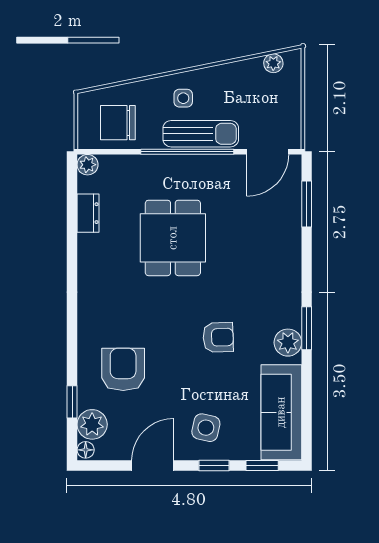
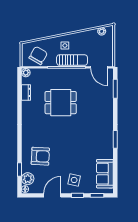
chair: (118, 123) -> (38, 56), turned 120
door: (268, 152) -> (99, 67), hinge flipped
dining table: (173, 238) -> (61, 103), turned 90
armchair: (218, 337) -> (79, 143), removed
plant: (288, 343) -> (108, 145), removed
armchair: (123, 369) -> (40, 156), turned 93
sofa: (281, 412) -> (105, 174), width x0.73

